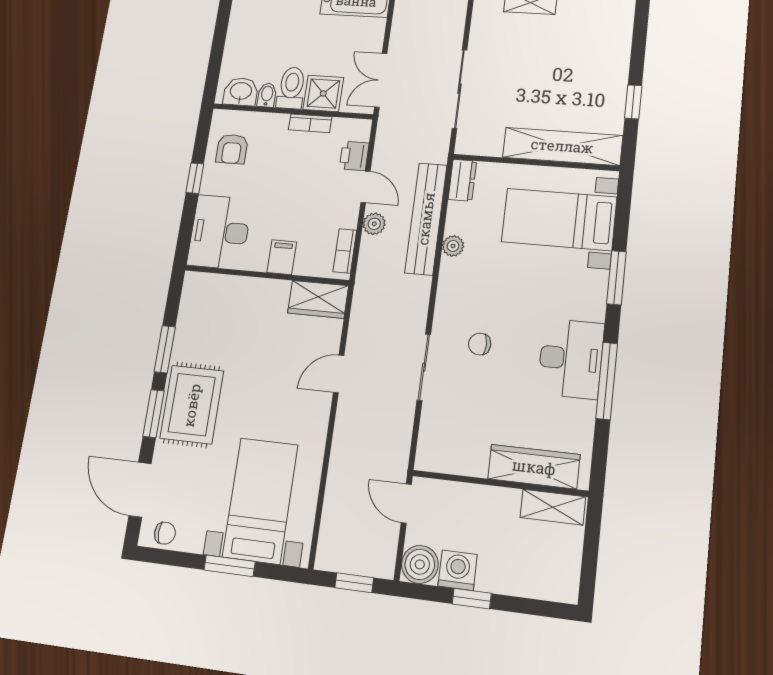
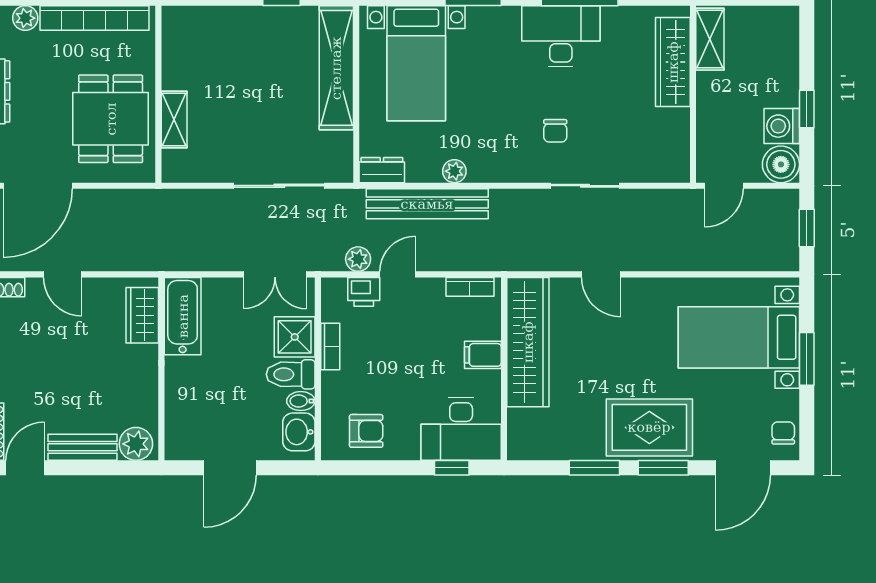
door: (220, 33) -> (230, 468), added
window: (195, 178) -> (452, 468), moved
plant: (374, 224) -> (358, 259), moved
wardrobe: (318, 299) -> (528, 342), width x2.10, depth x1.17

